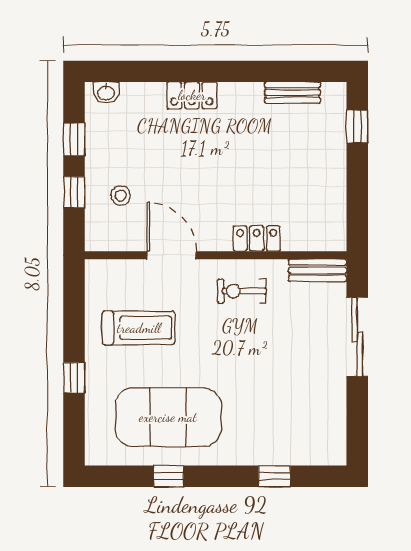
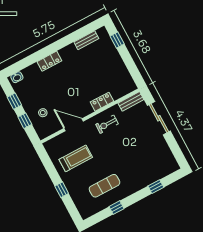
exercise mat: (168, 417) -> (105, 186), width x0.50, depth x0.69

